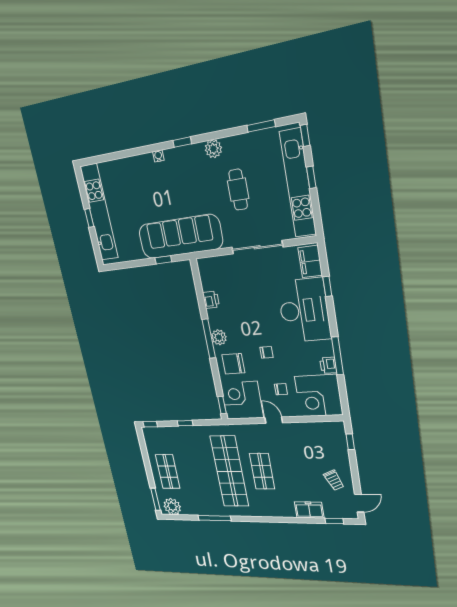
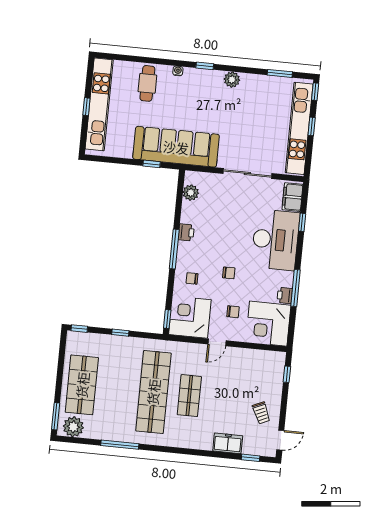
cafe table: (238, 190) -> (147, 83), moved
printer: (211, 300) -> (186, 232), moved
plant: (219, 337) -> (191, 193), moved
chair: (233, 364) -> (192, 278), width x0.54, depth x0.54
door: (274, 420) -> (217, 342), swing flipped
shop shelf: (168, 472) -> (82, 385), width x1.43, depth x1.36

